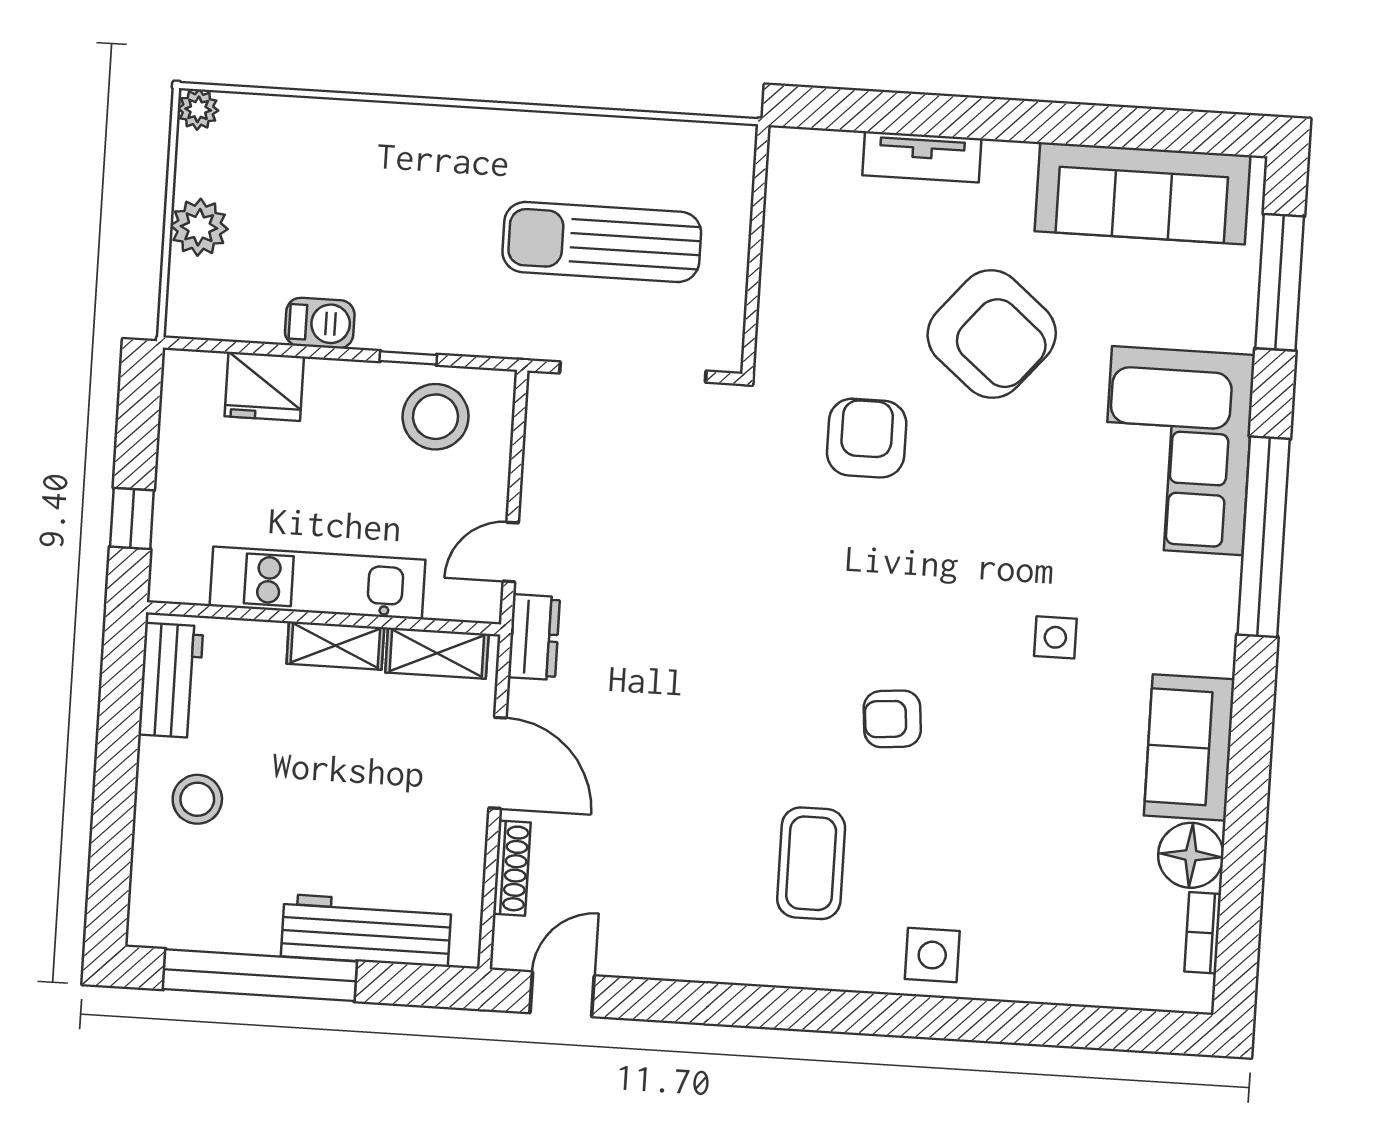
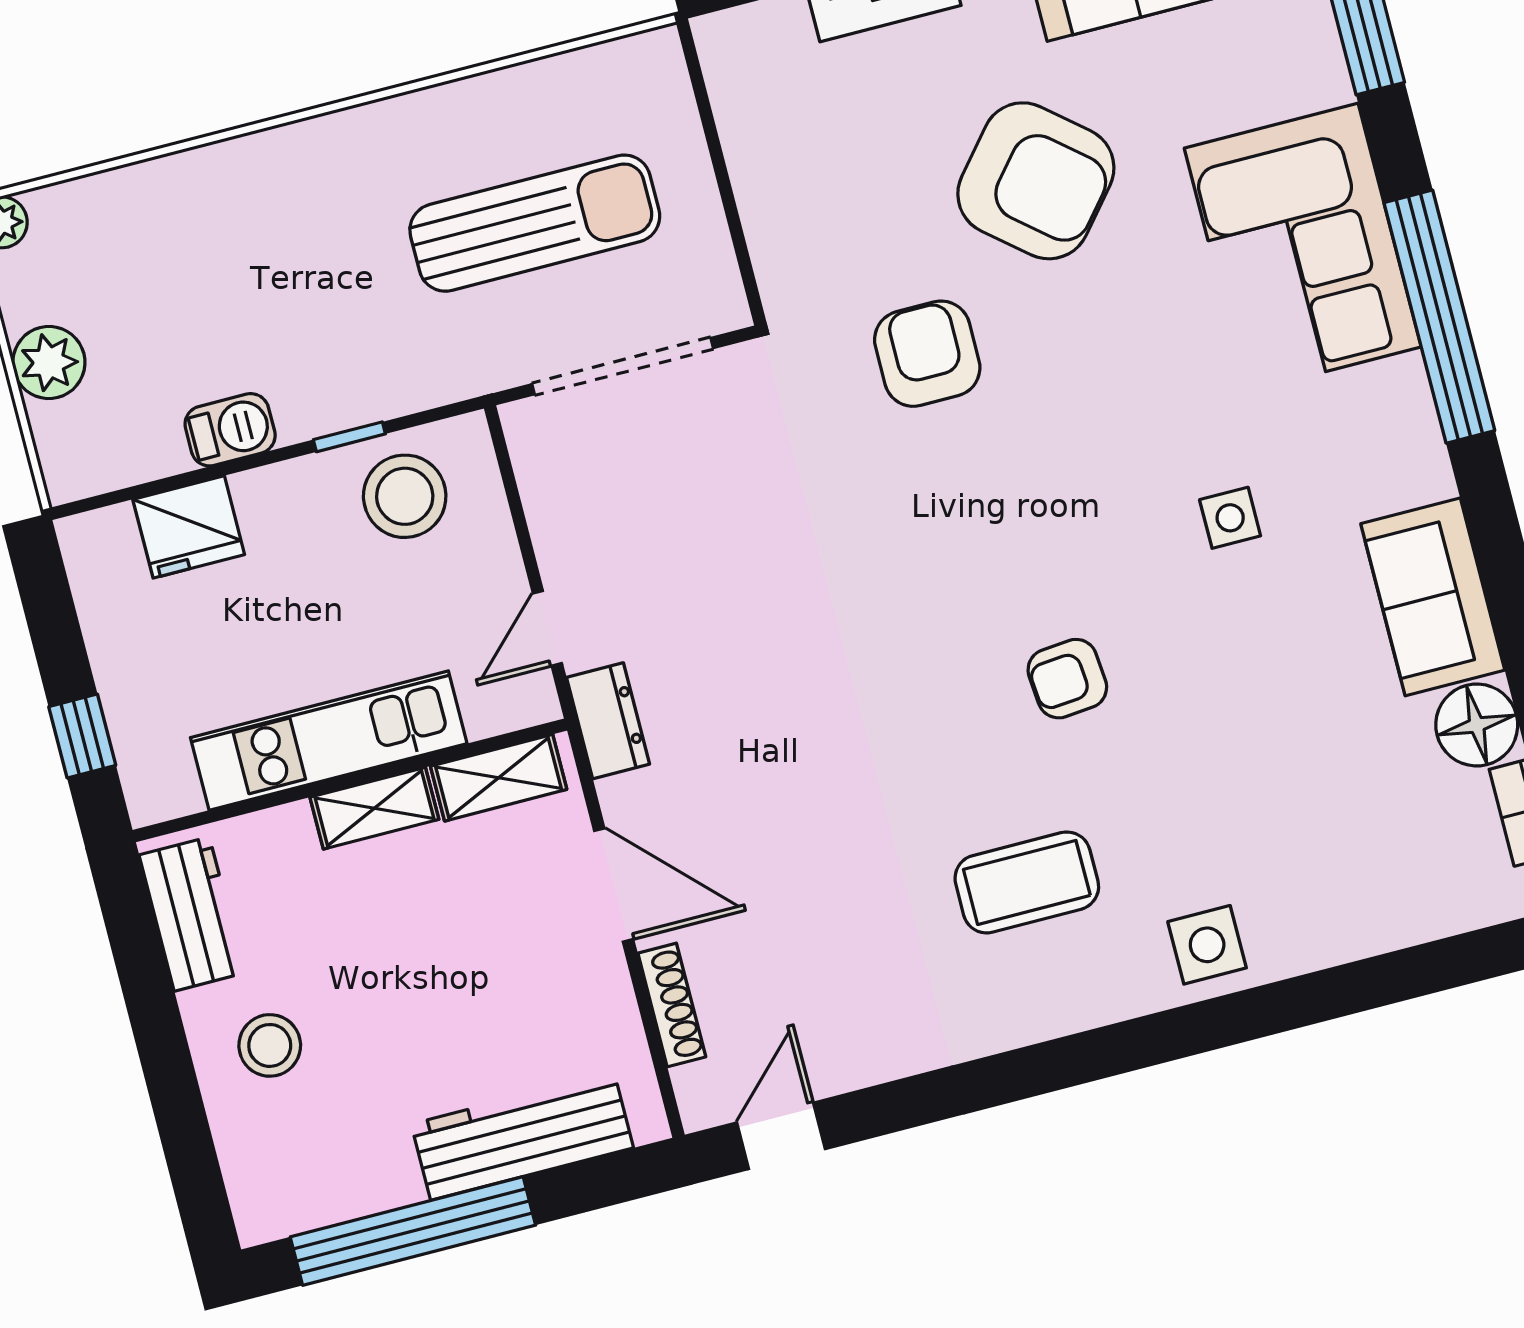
sun lounger: (602, 242) -> (535, 223), turned 180
coffee table: (811, 863) -> (1027, 882), turned 90

